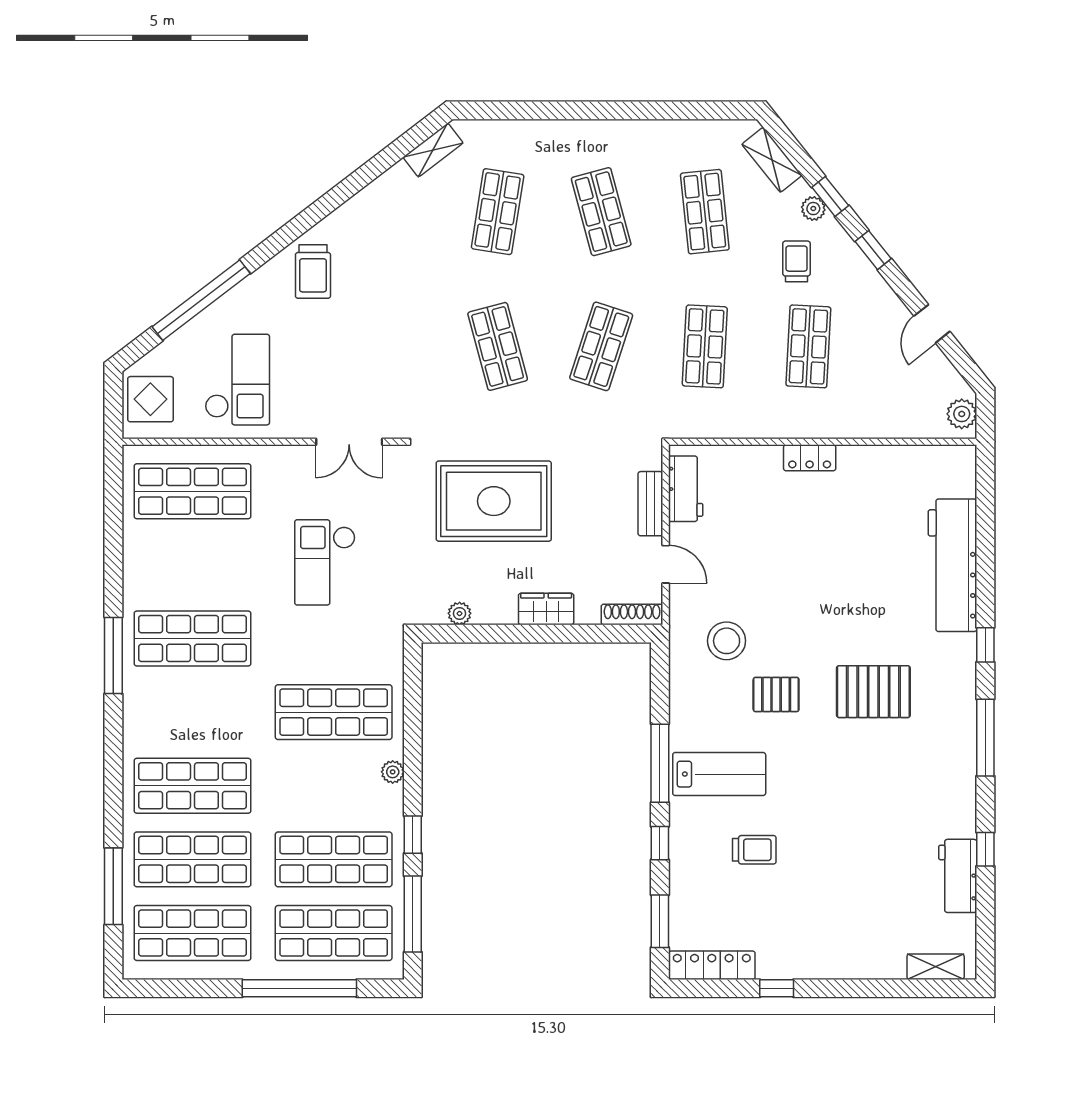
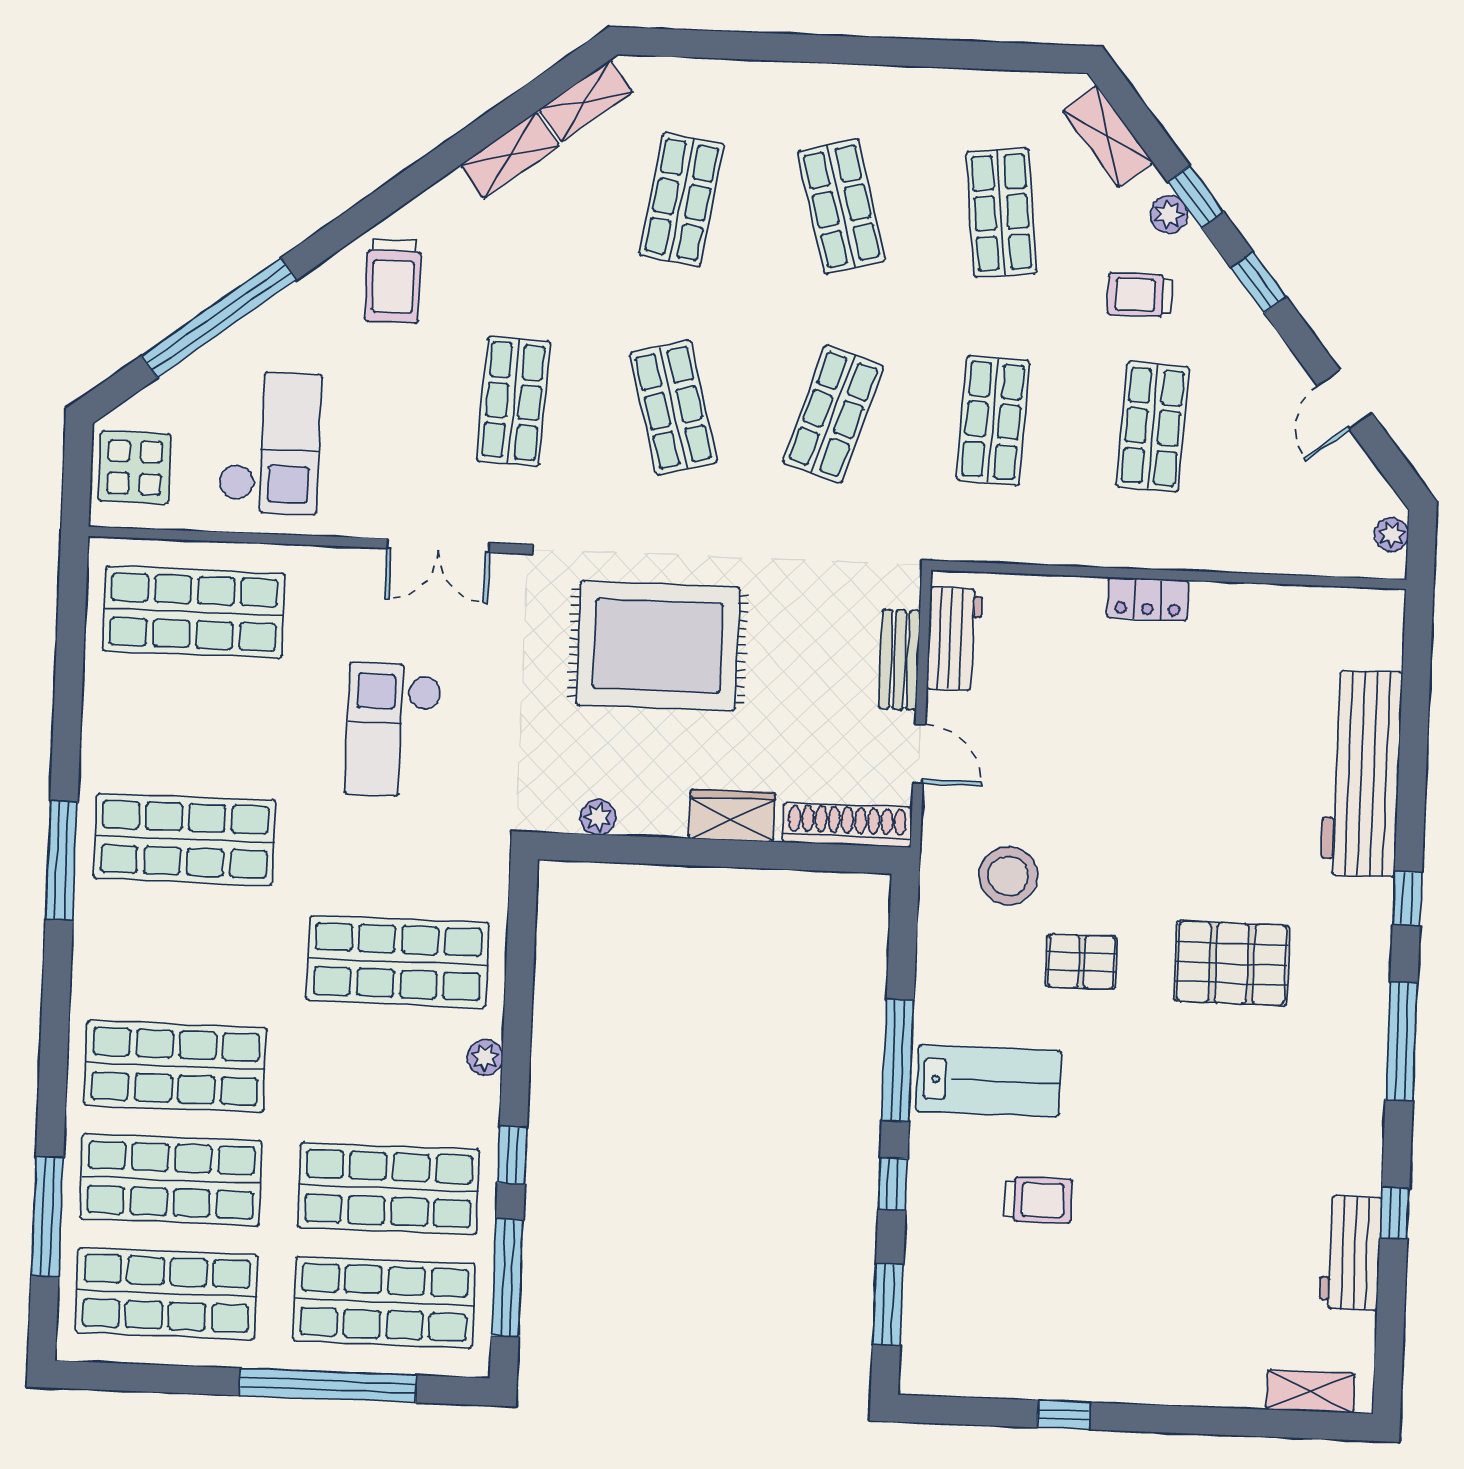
shelving: (385, 187) -> (510, 155), added
trolley: (796, 261) -> (1140, 295), turned -90
shop shelf: (394, 346) -> (514, 401), added
plant: (962, 414) -> (1392, 534), width x0.73, depth x0.73
shoe rack: (632, 614) -> (847, 825), width x1.36, depth x1.24
locker: (712, 965) -> (965, 1375), removed

